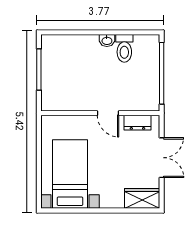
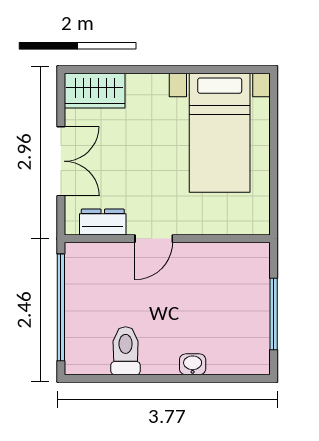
washbasin: (107, 41) -> (193, 364), moved
door: (108, 113) -> (154, 239), swing flipped
double door: (162, 158) -> (61, 161), swing flipped

